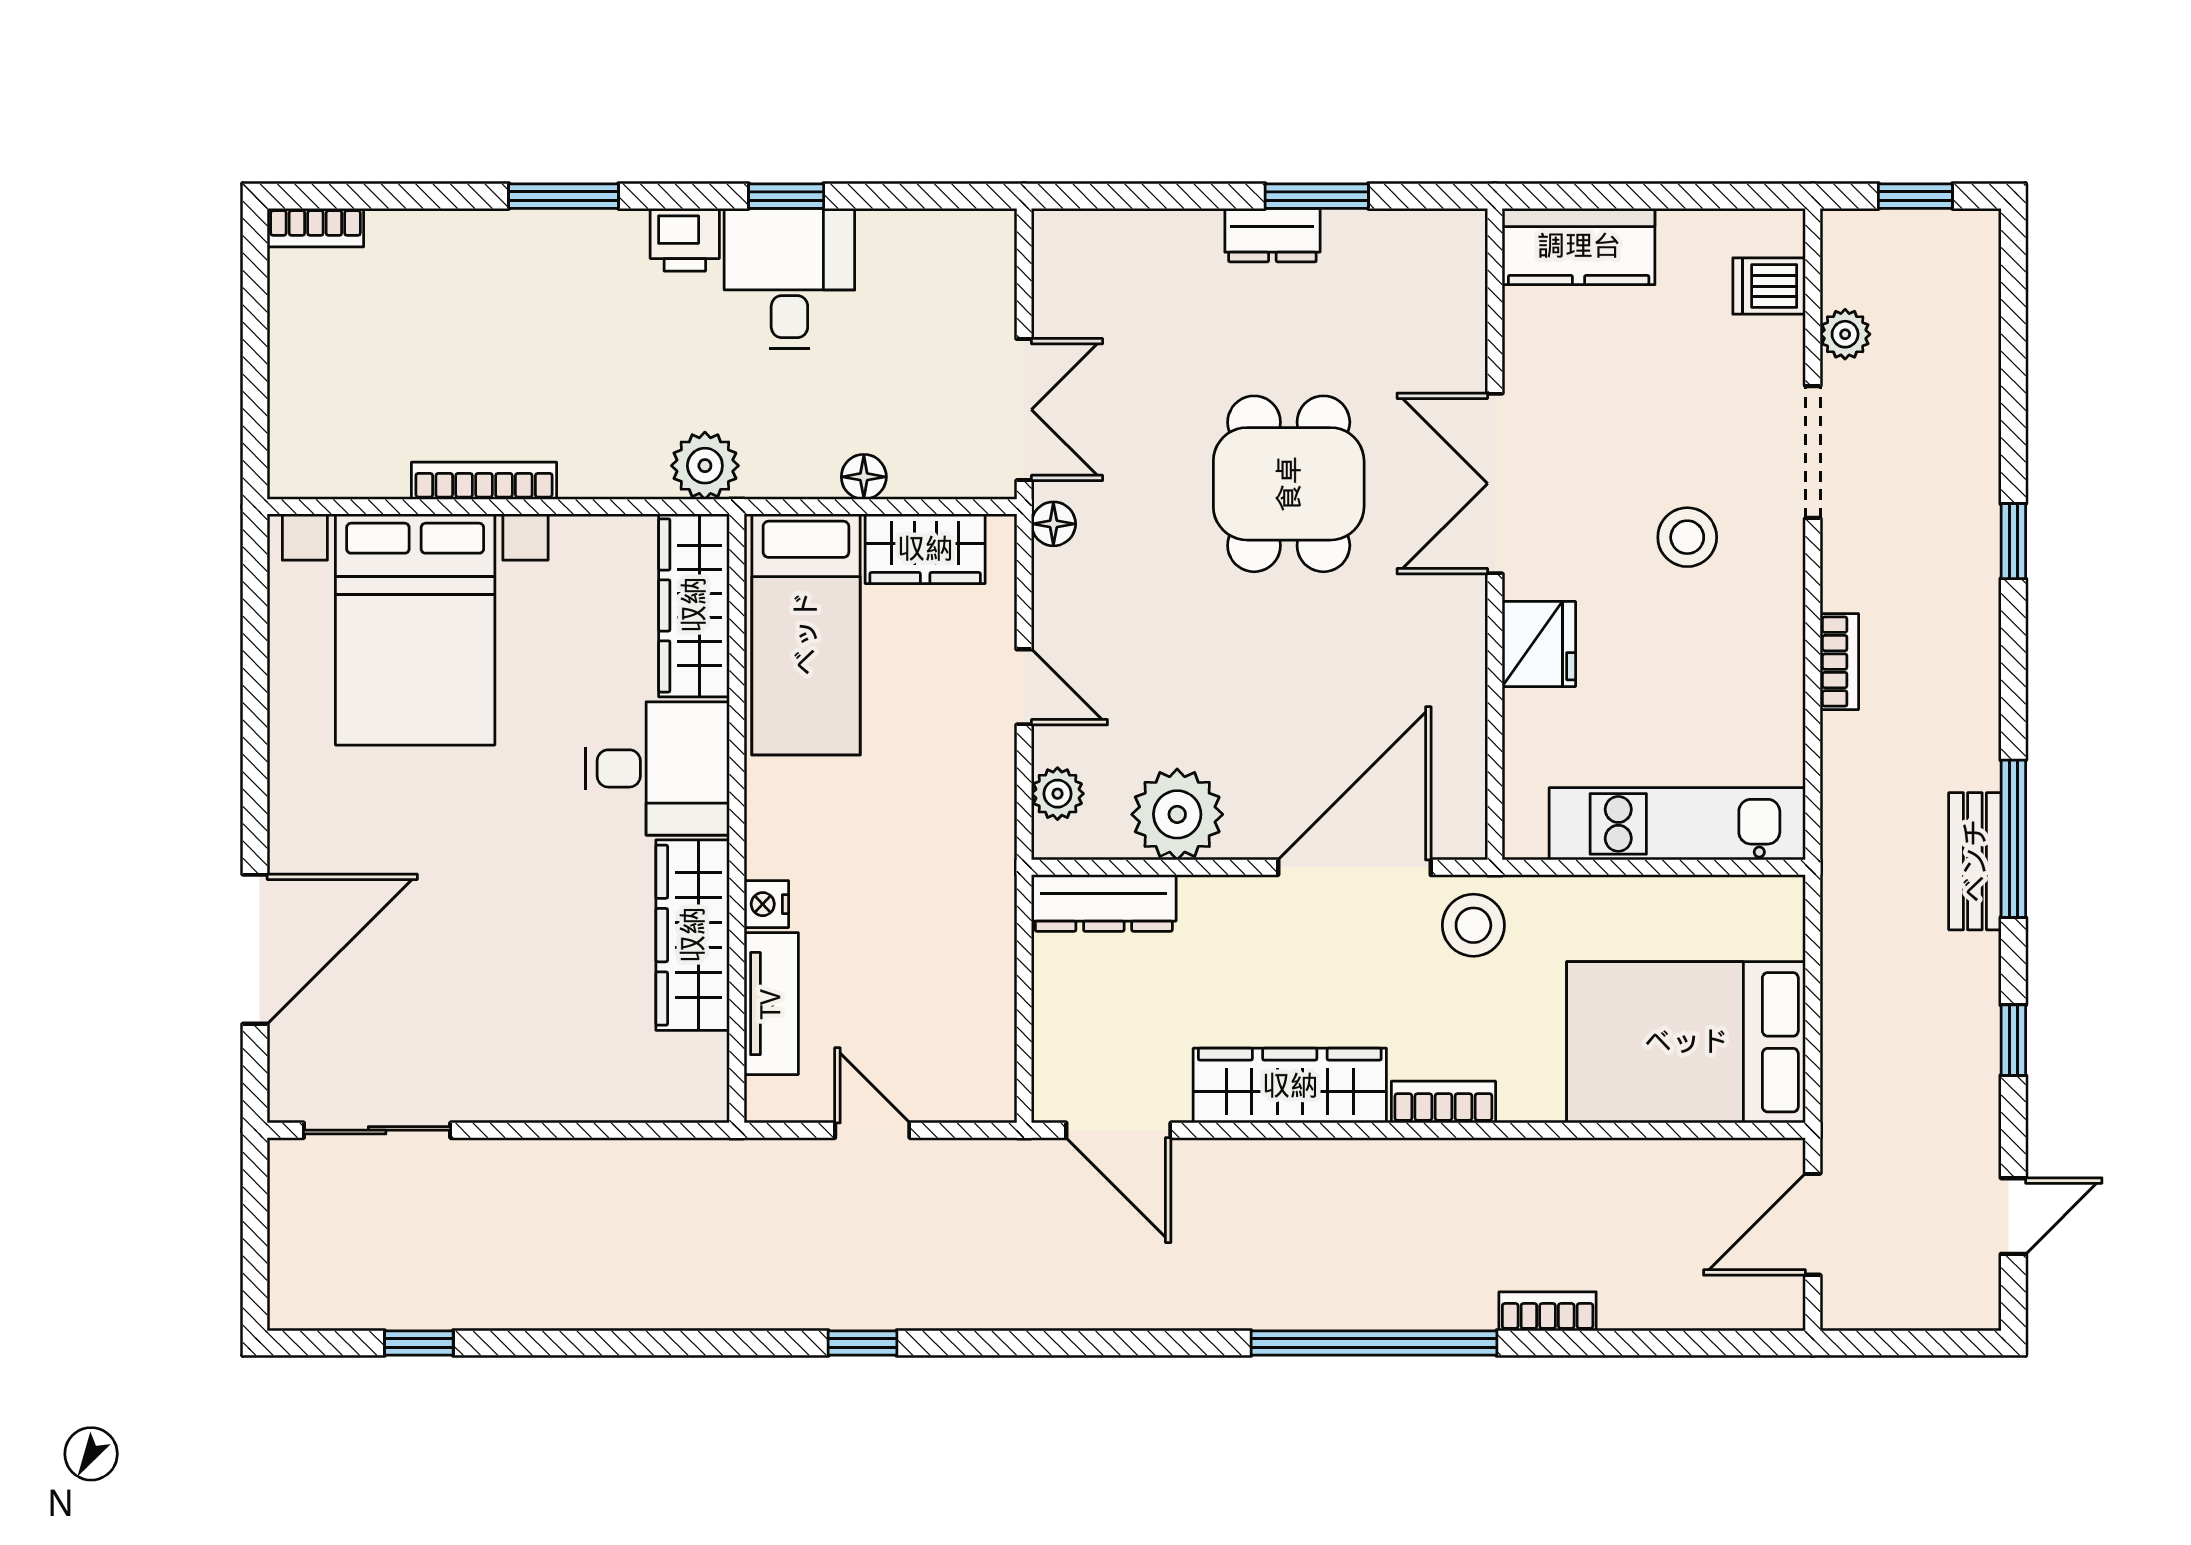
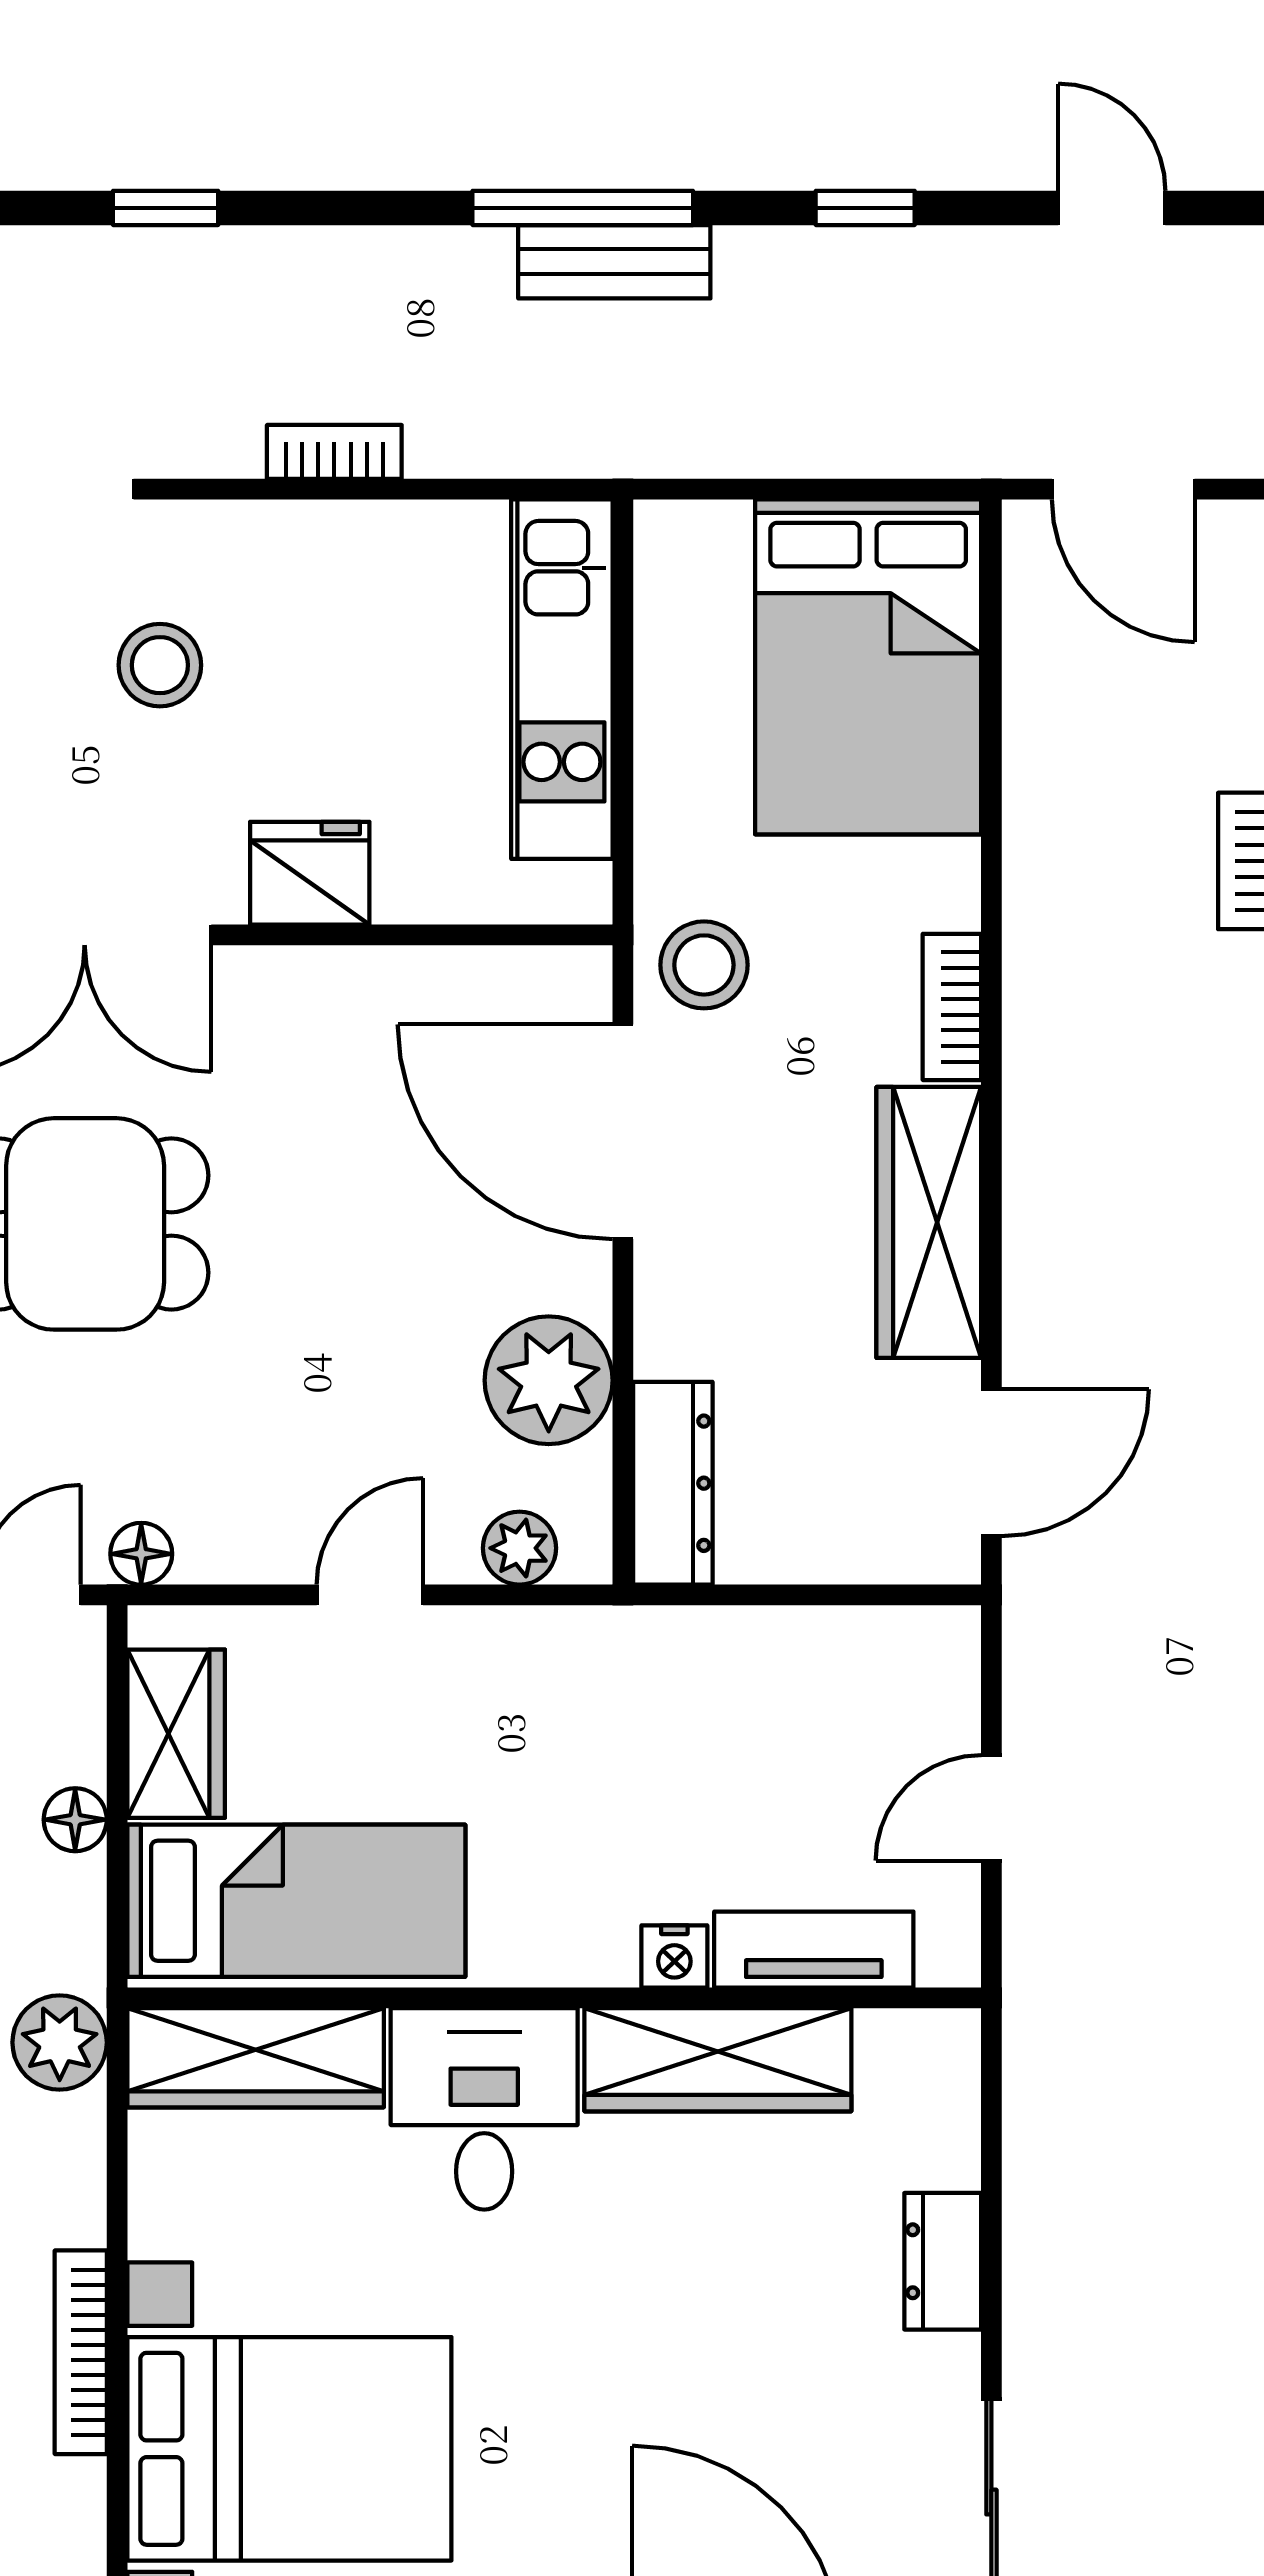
dresser: (549, 1095) -> (943, 2261), added

